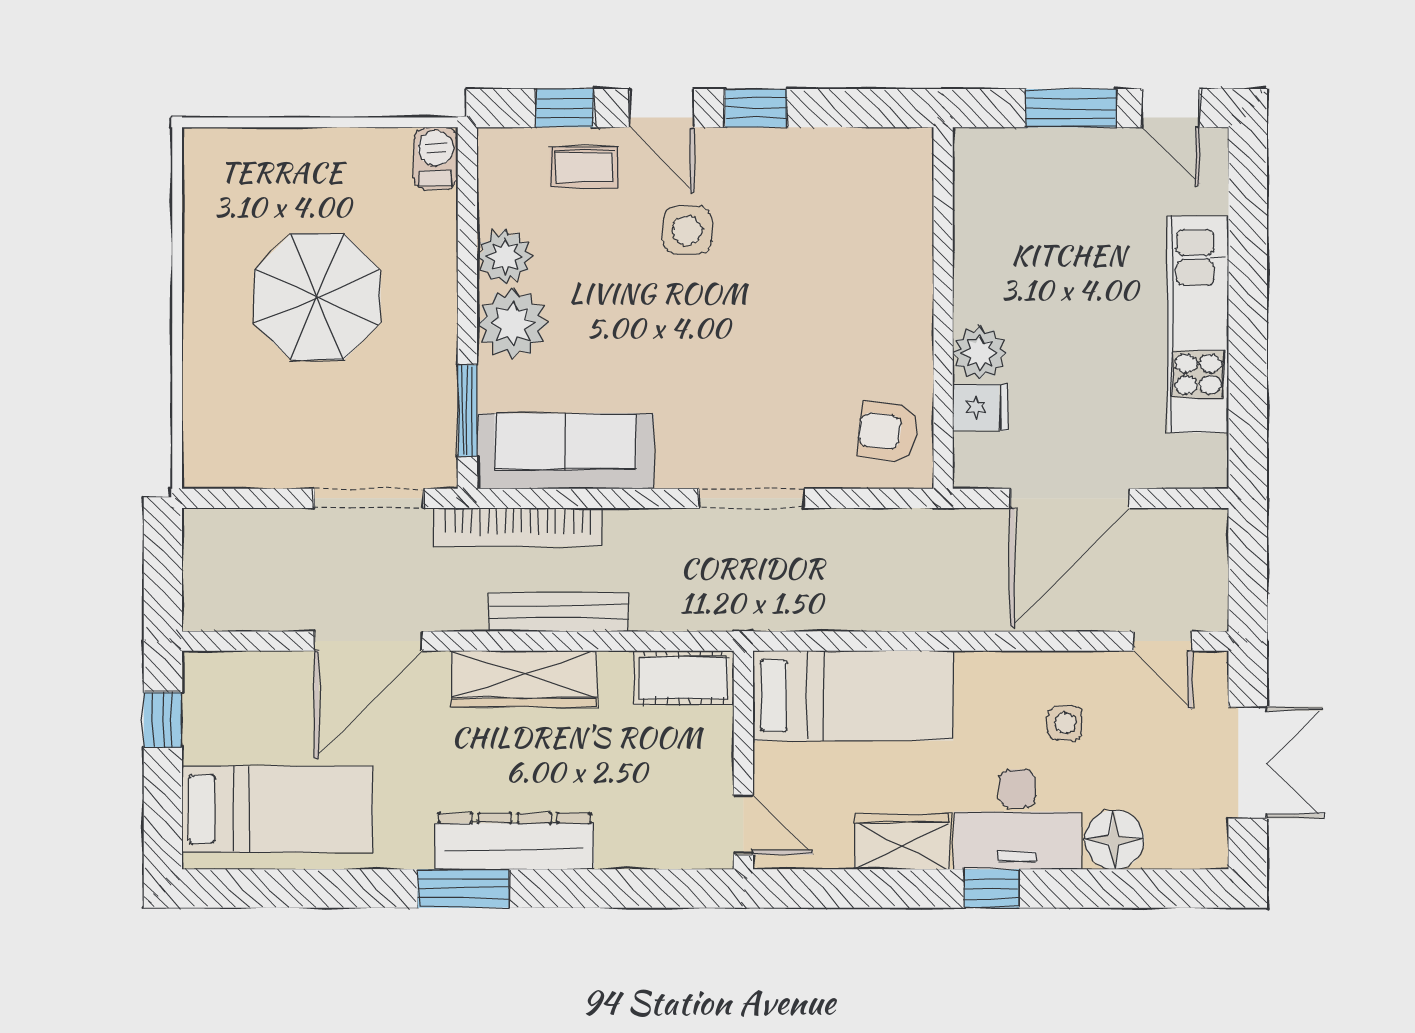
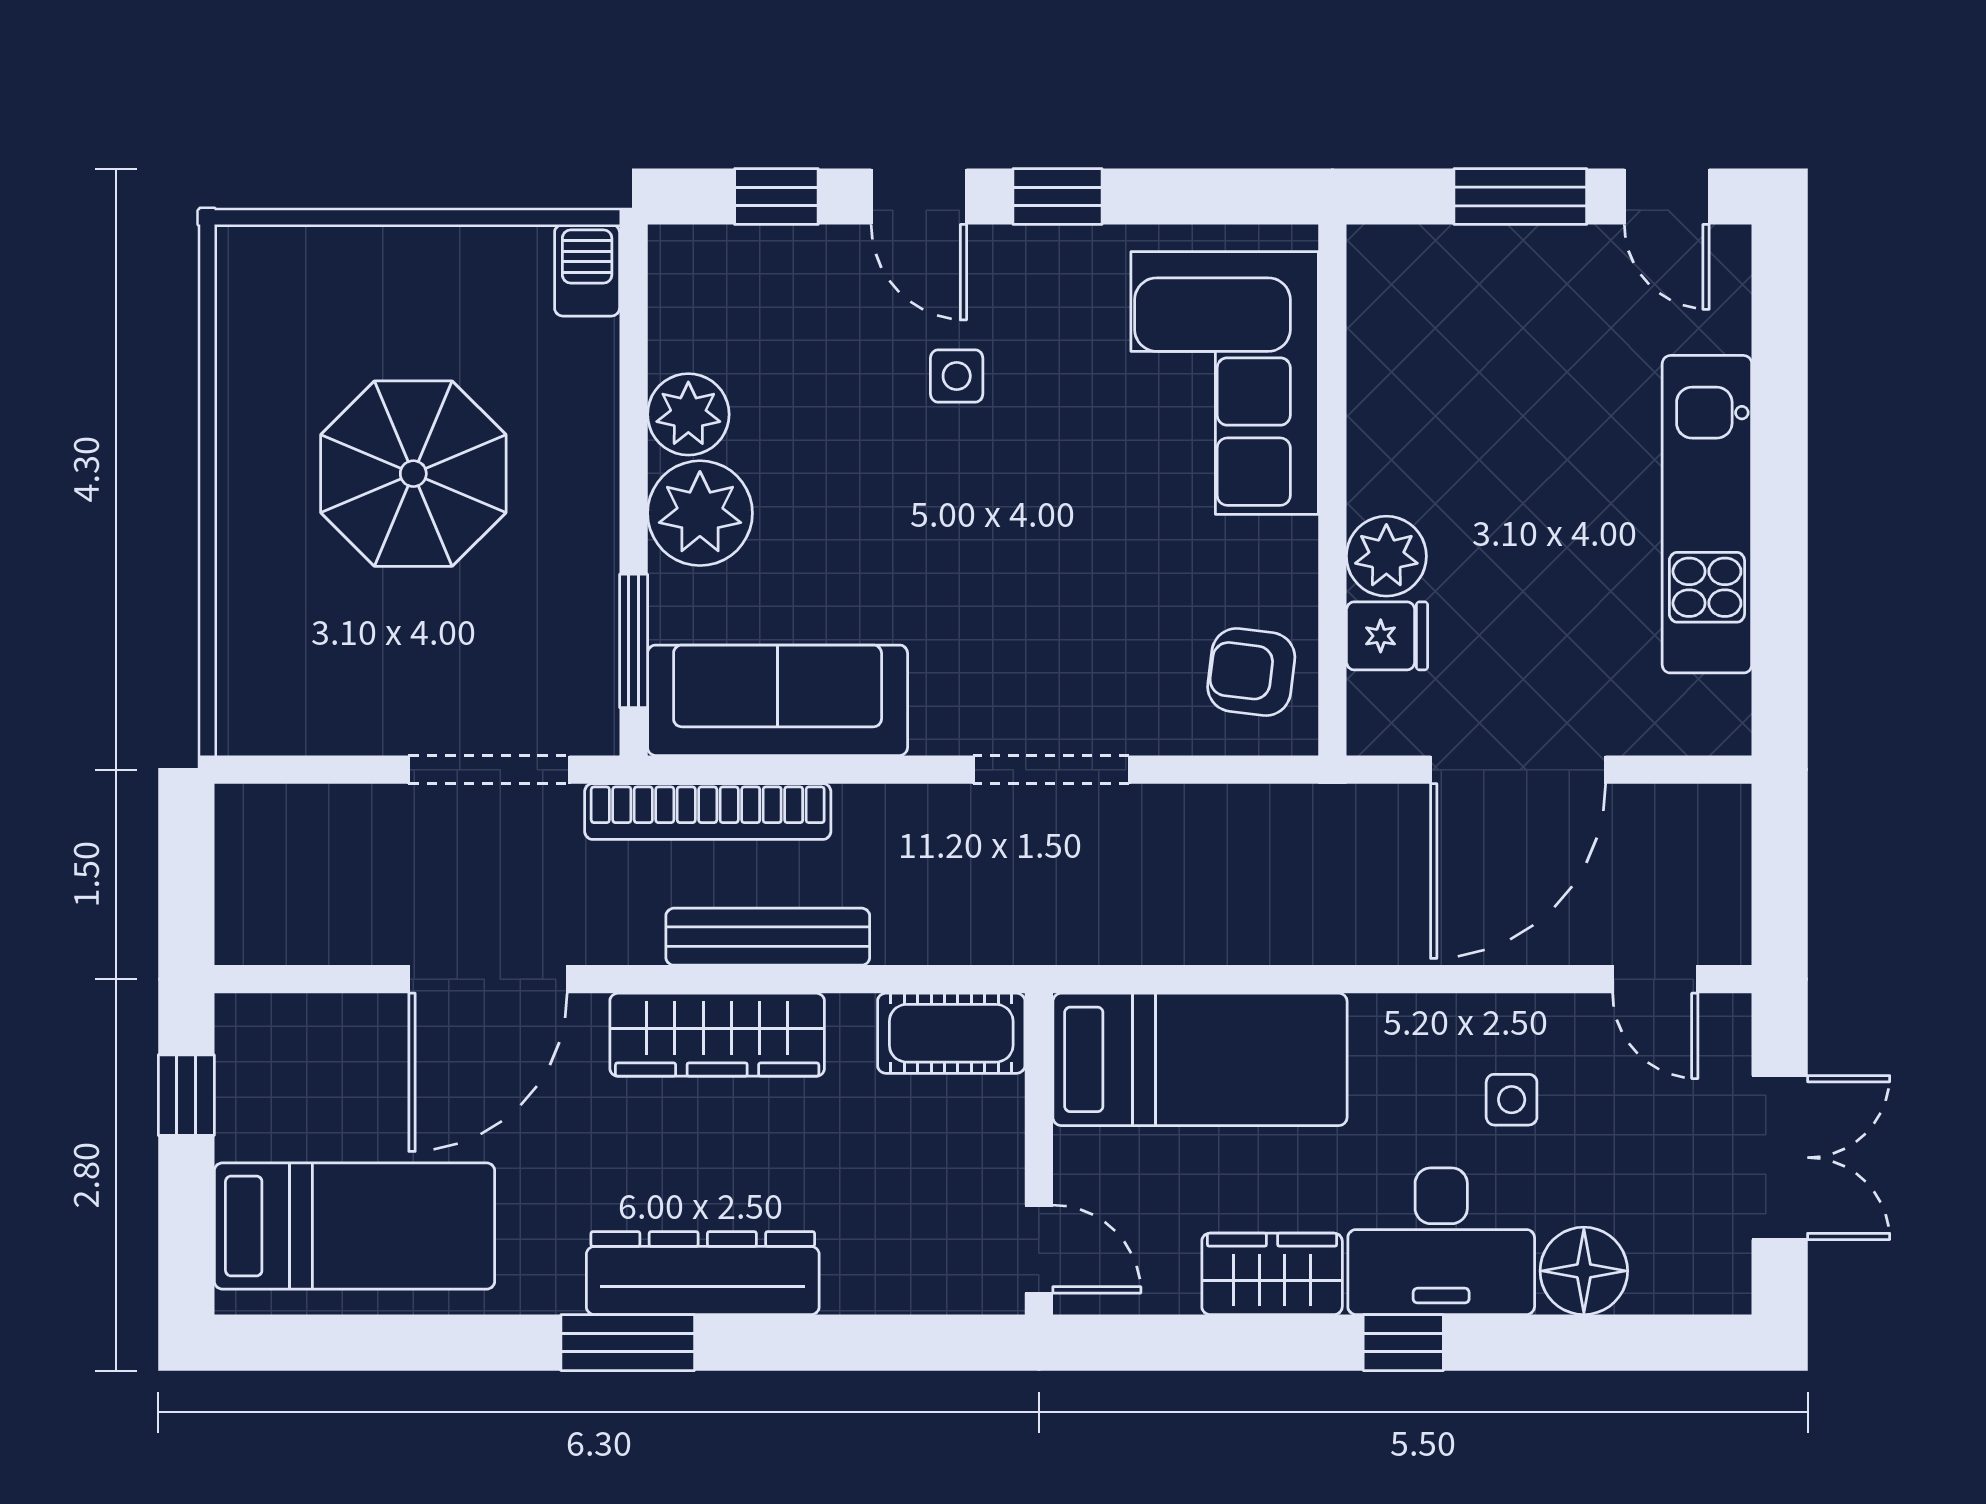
coffee table: (584, 167) -> (805, 283), removed
side table: (687, 230) -> (957, 376), width x0.73, depth x0.73
corner sofa: (870, 235) -> (1225, 383), added

